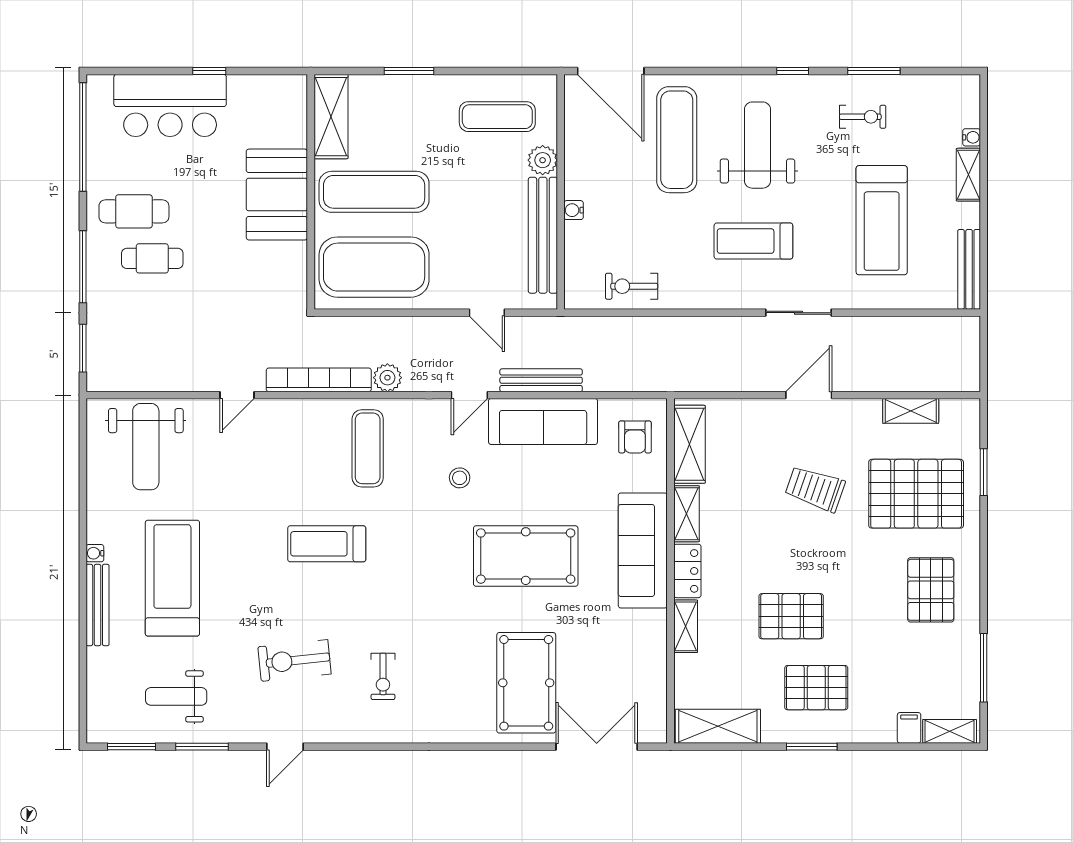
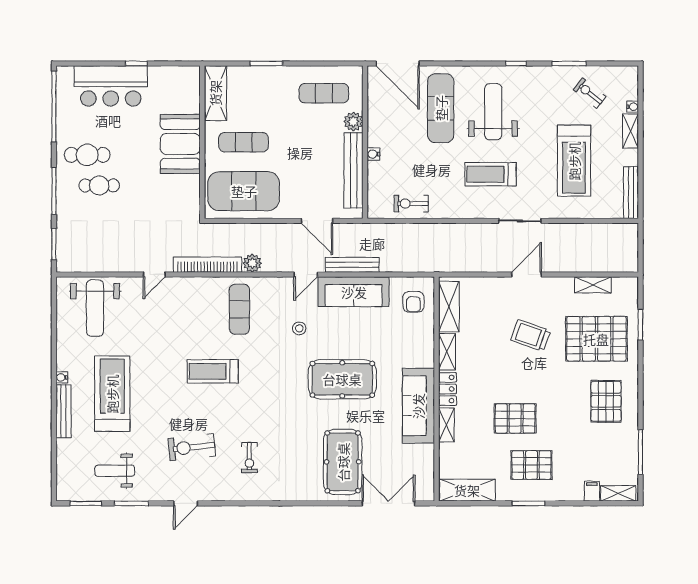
exercise bike: (863, 117) -> (590, 93), moved, turned -141
exercise mat: (374, 192) -> (244, 142), width x0.73, depth x0.69
door: (487, 313) -> (317, 221), width x1.38
sofa: (643, 550) -> (418, 406), moved

